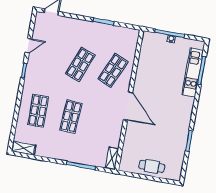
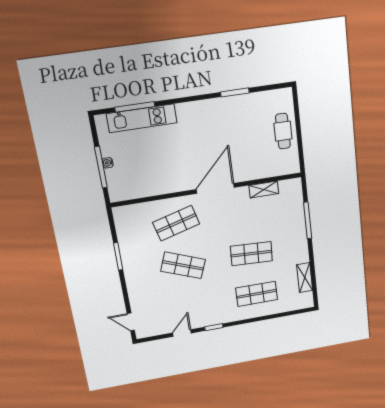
door: (28, 46) -> (182, 333), hinge flipped
shop shelf: (113, 70) -> (176, 223), turned -39
shelving: (24, 148) -> (305, 278), moved
shelving: (112, 158) -> (264, 189), moved

